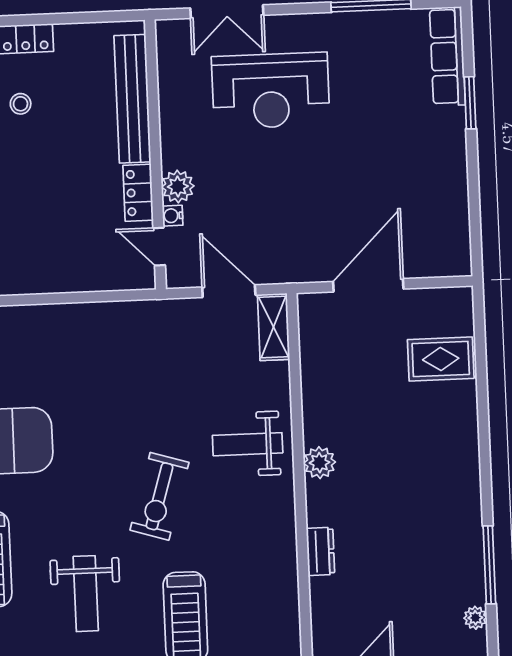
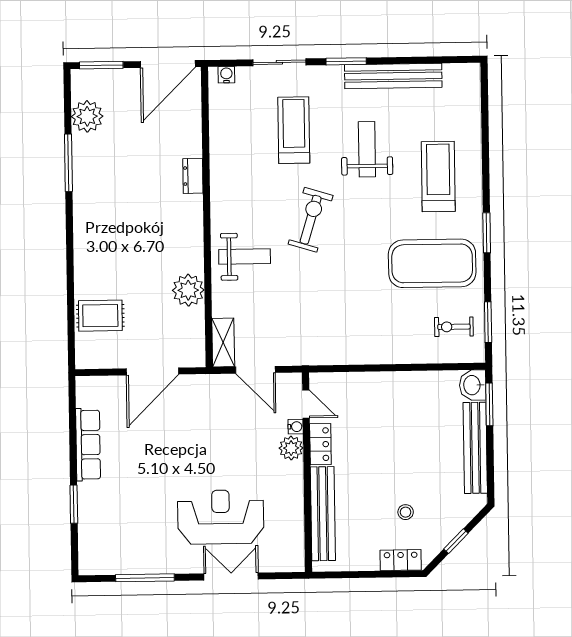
double door: (227, 12) -> (231, 576), moved
row of seats: (447, 56) -> (88, 445), moved
plant: (319, 463) -> (188, 290), moved, width x1.36, depth x1.36
plant: (475, 618) -> (87, 116), width x1.88, depth x1.88

